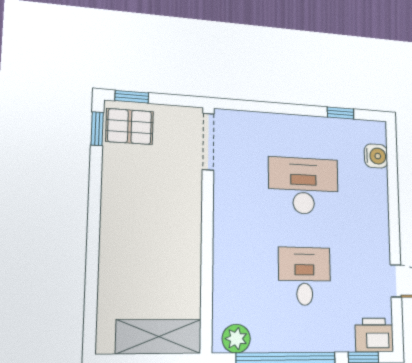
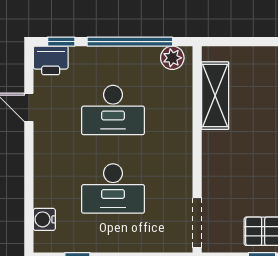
desk: (305, 276) -> (113, 110), width x1.37
shelving: (159, 337) -> (215, 96), moved, turned 90

